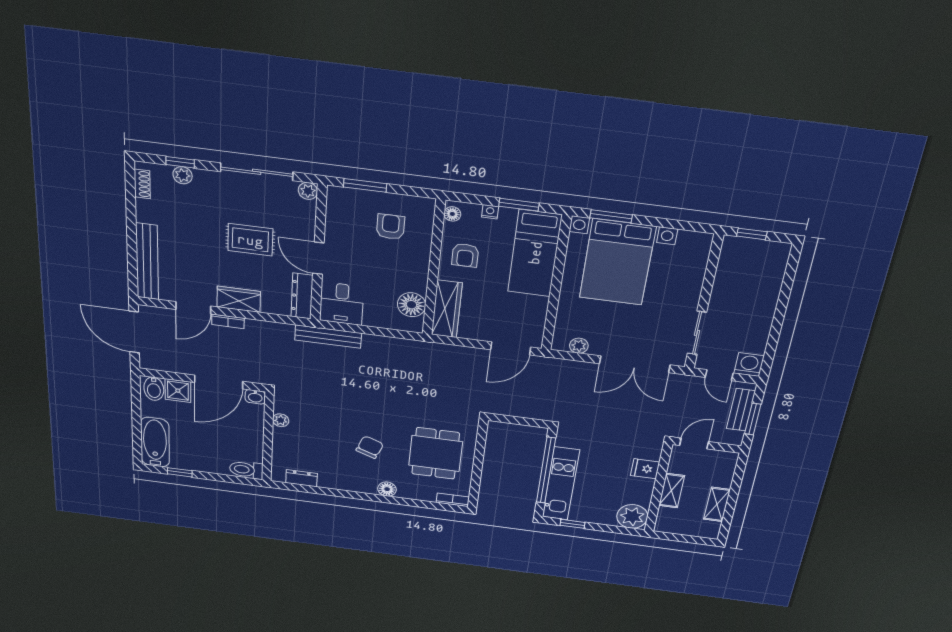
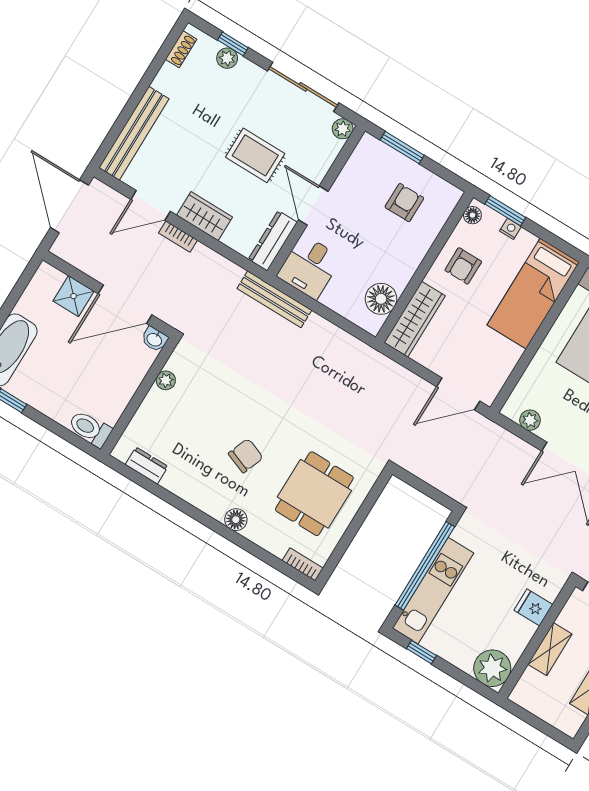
window: (519, 205) -> (505, 211), moved
bidet: (154, 389) -> (48, 283), removed

